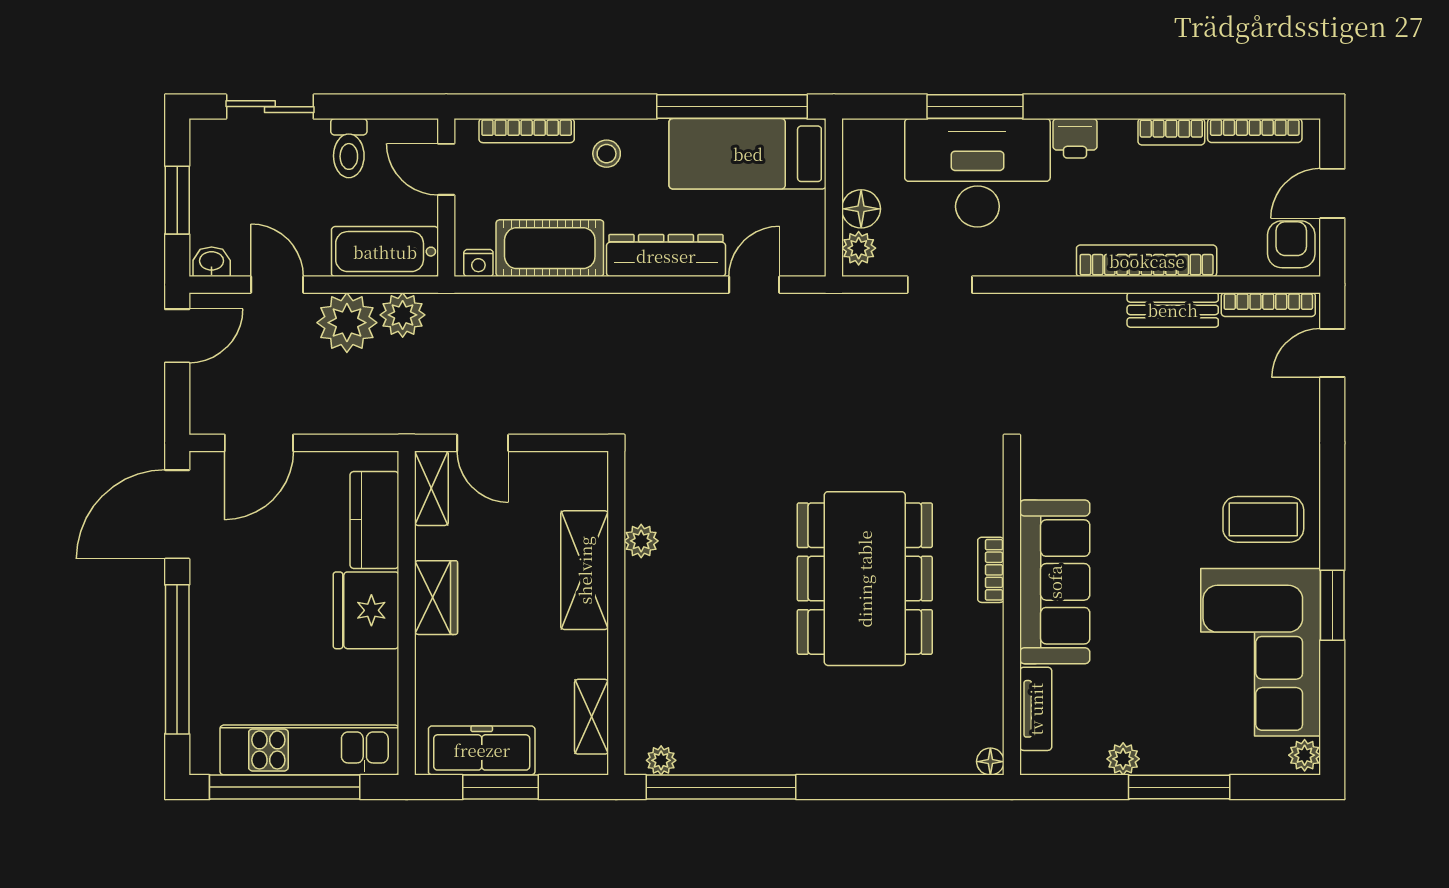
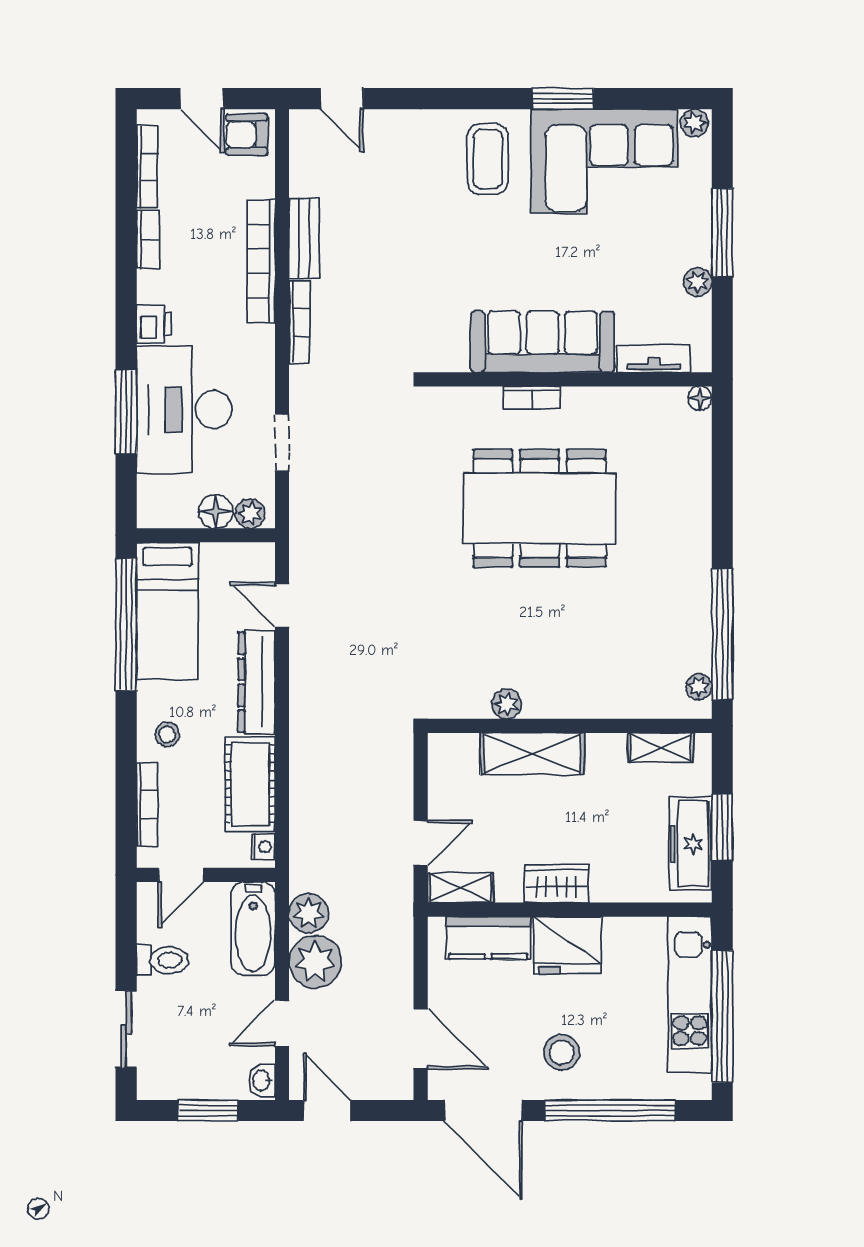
bookcase: (1268, 305) -> (300, 322), moved
stool: (244, 604) -> (562, 1052), added

